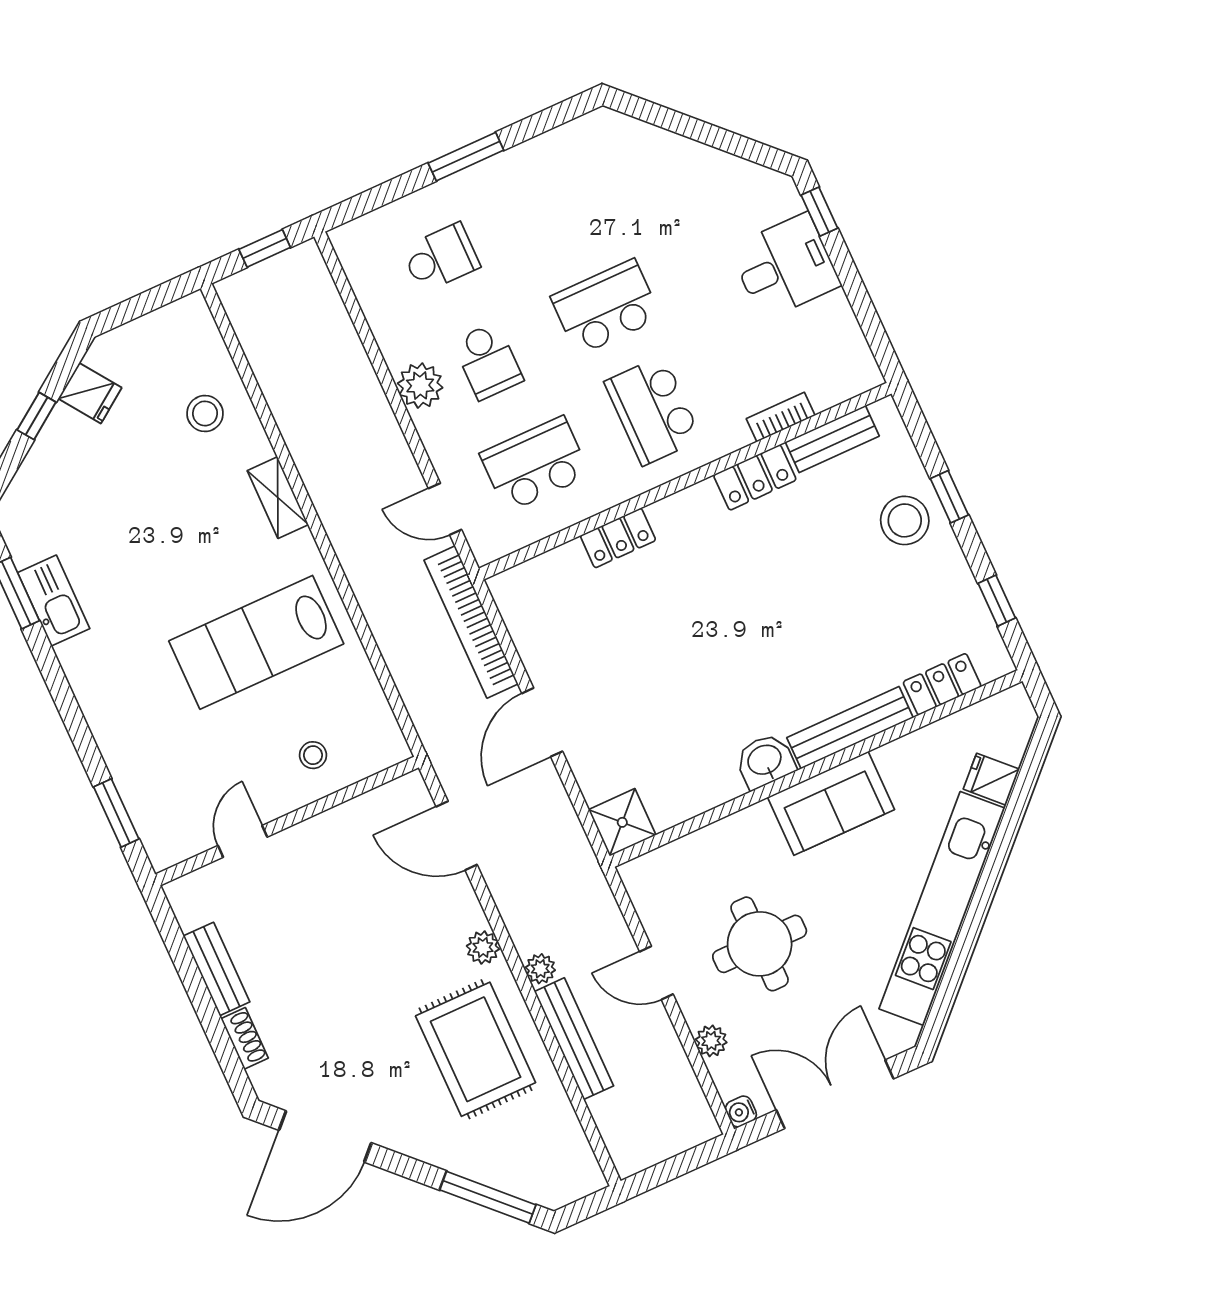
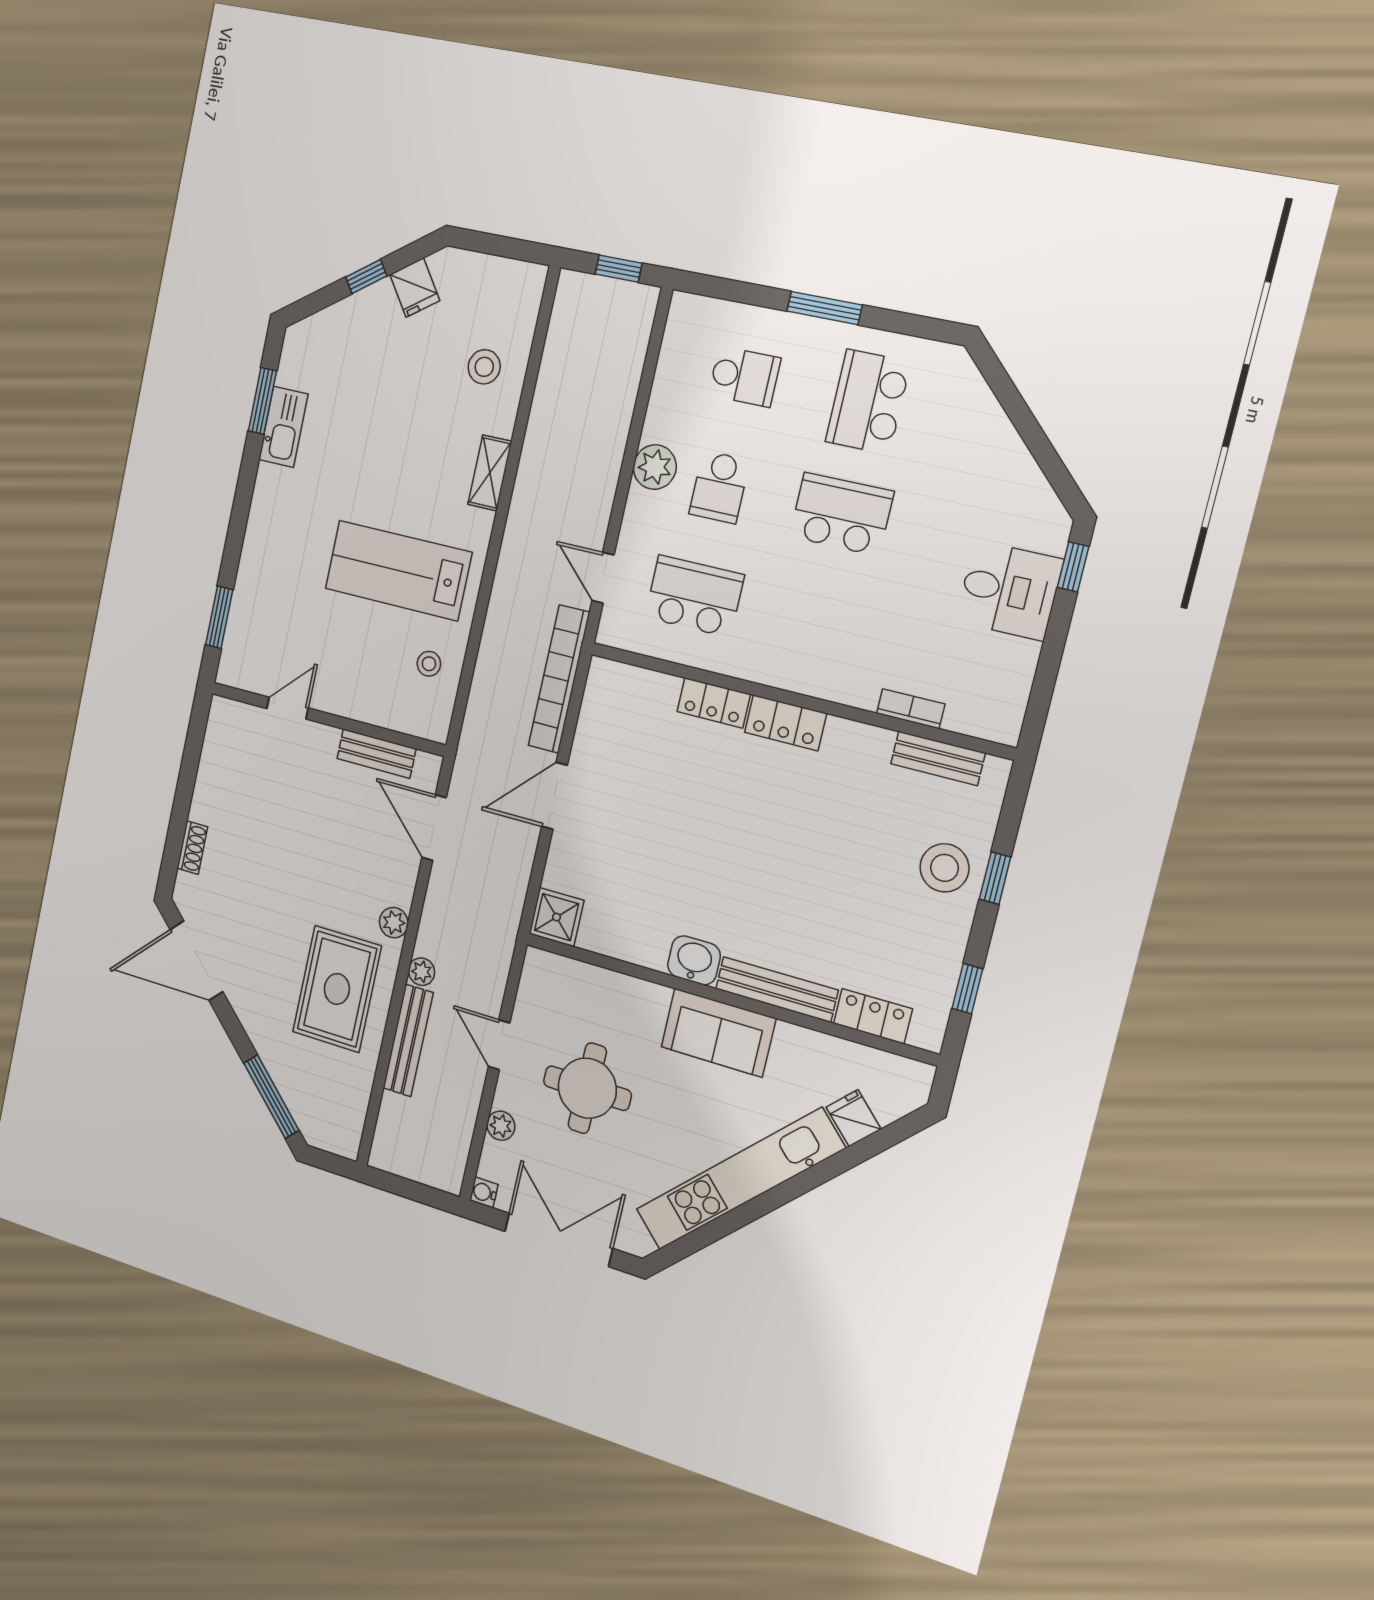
school desk: (653, 410) -> (868, 402), moved
locker: (755, 477) -> (785, 723), moved
stool: (313, 755) -> (429, 664), moved
bench: (217, 969) -> (376, 754), moved, turned 90

